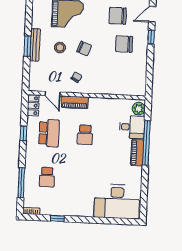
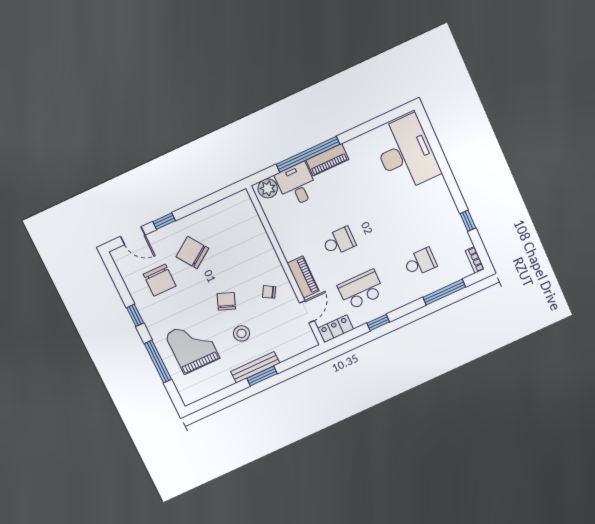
chair: (124, 44) -> (192, 253), turned 145

